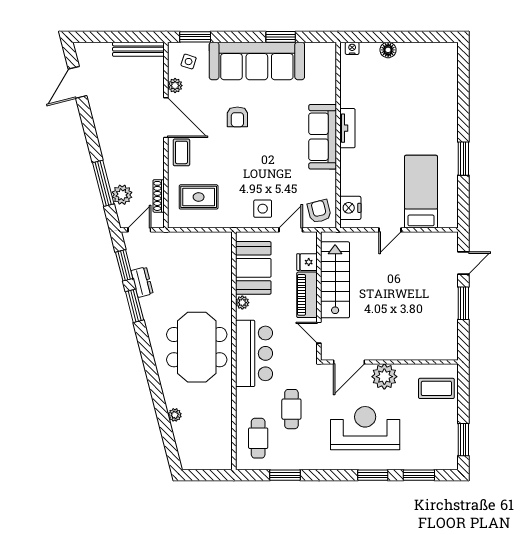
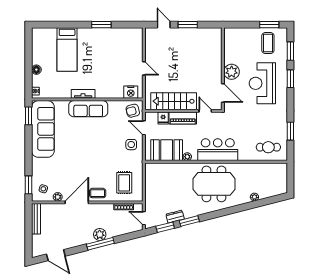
window: (281, 37) -> (29, 116), moved
sofa: (257, 61) -> (43, 129), moved
armchair: (237, 117) -> (76, 160), removed
window: (103, 183) -> (100, 244), moved
bed: (421, 192) -> (67, 50), moved, turned -90
plant: (122, 195) -> (100, 234), moved
door: (319, 333) -> (205, 111), swing flipped
coffee table: (436, 388) -> (268, 43), moved
cafe table: (291, 409) -> (251, 127), removed

